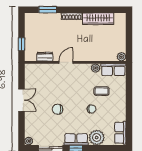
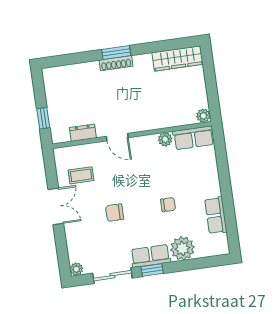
window: (48, 10) -> (116, 53), moved
wardrobe: (98, 19) -> (178, 58), moved
door: (66, 62) -> (117, 137), swing flipped
coffee table: (102, 91) -> (81, 175), moved
row of seats: (120, 133) -> (216, 215), moved

